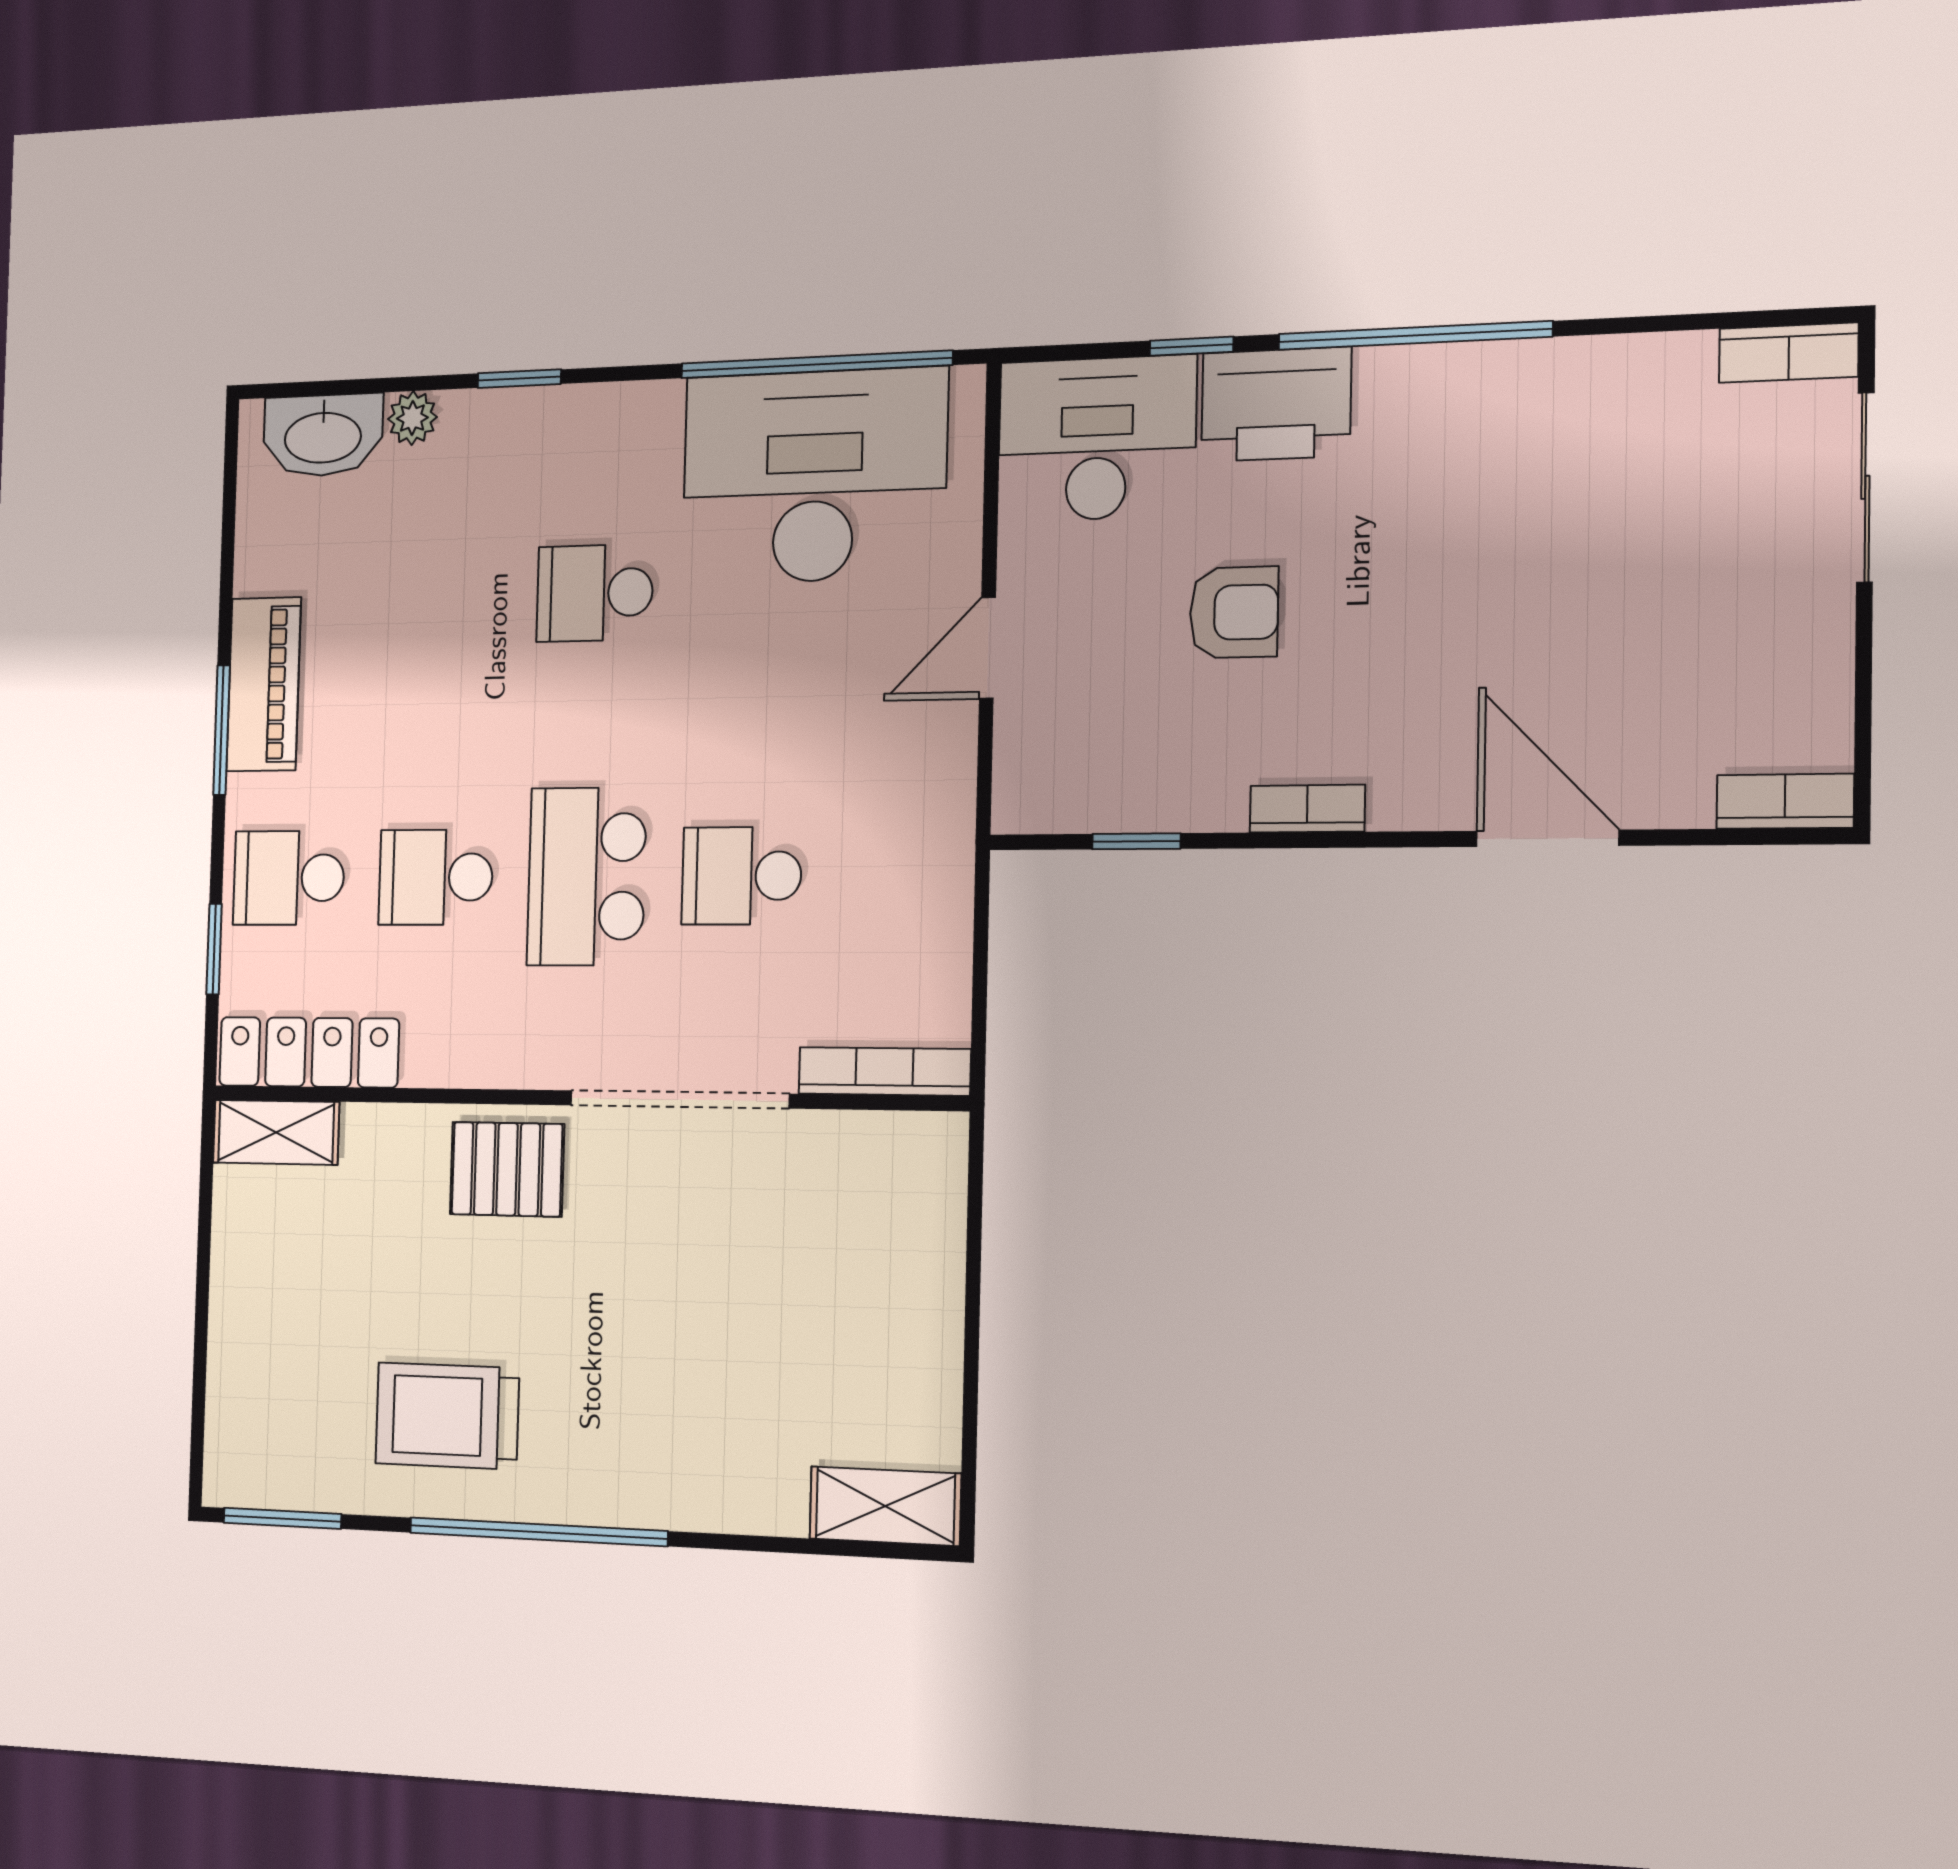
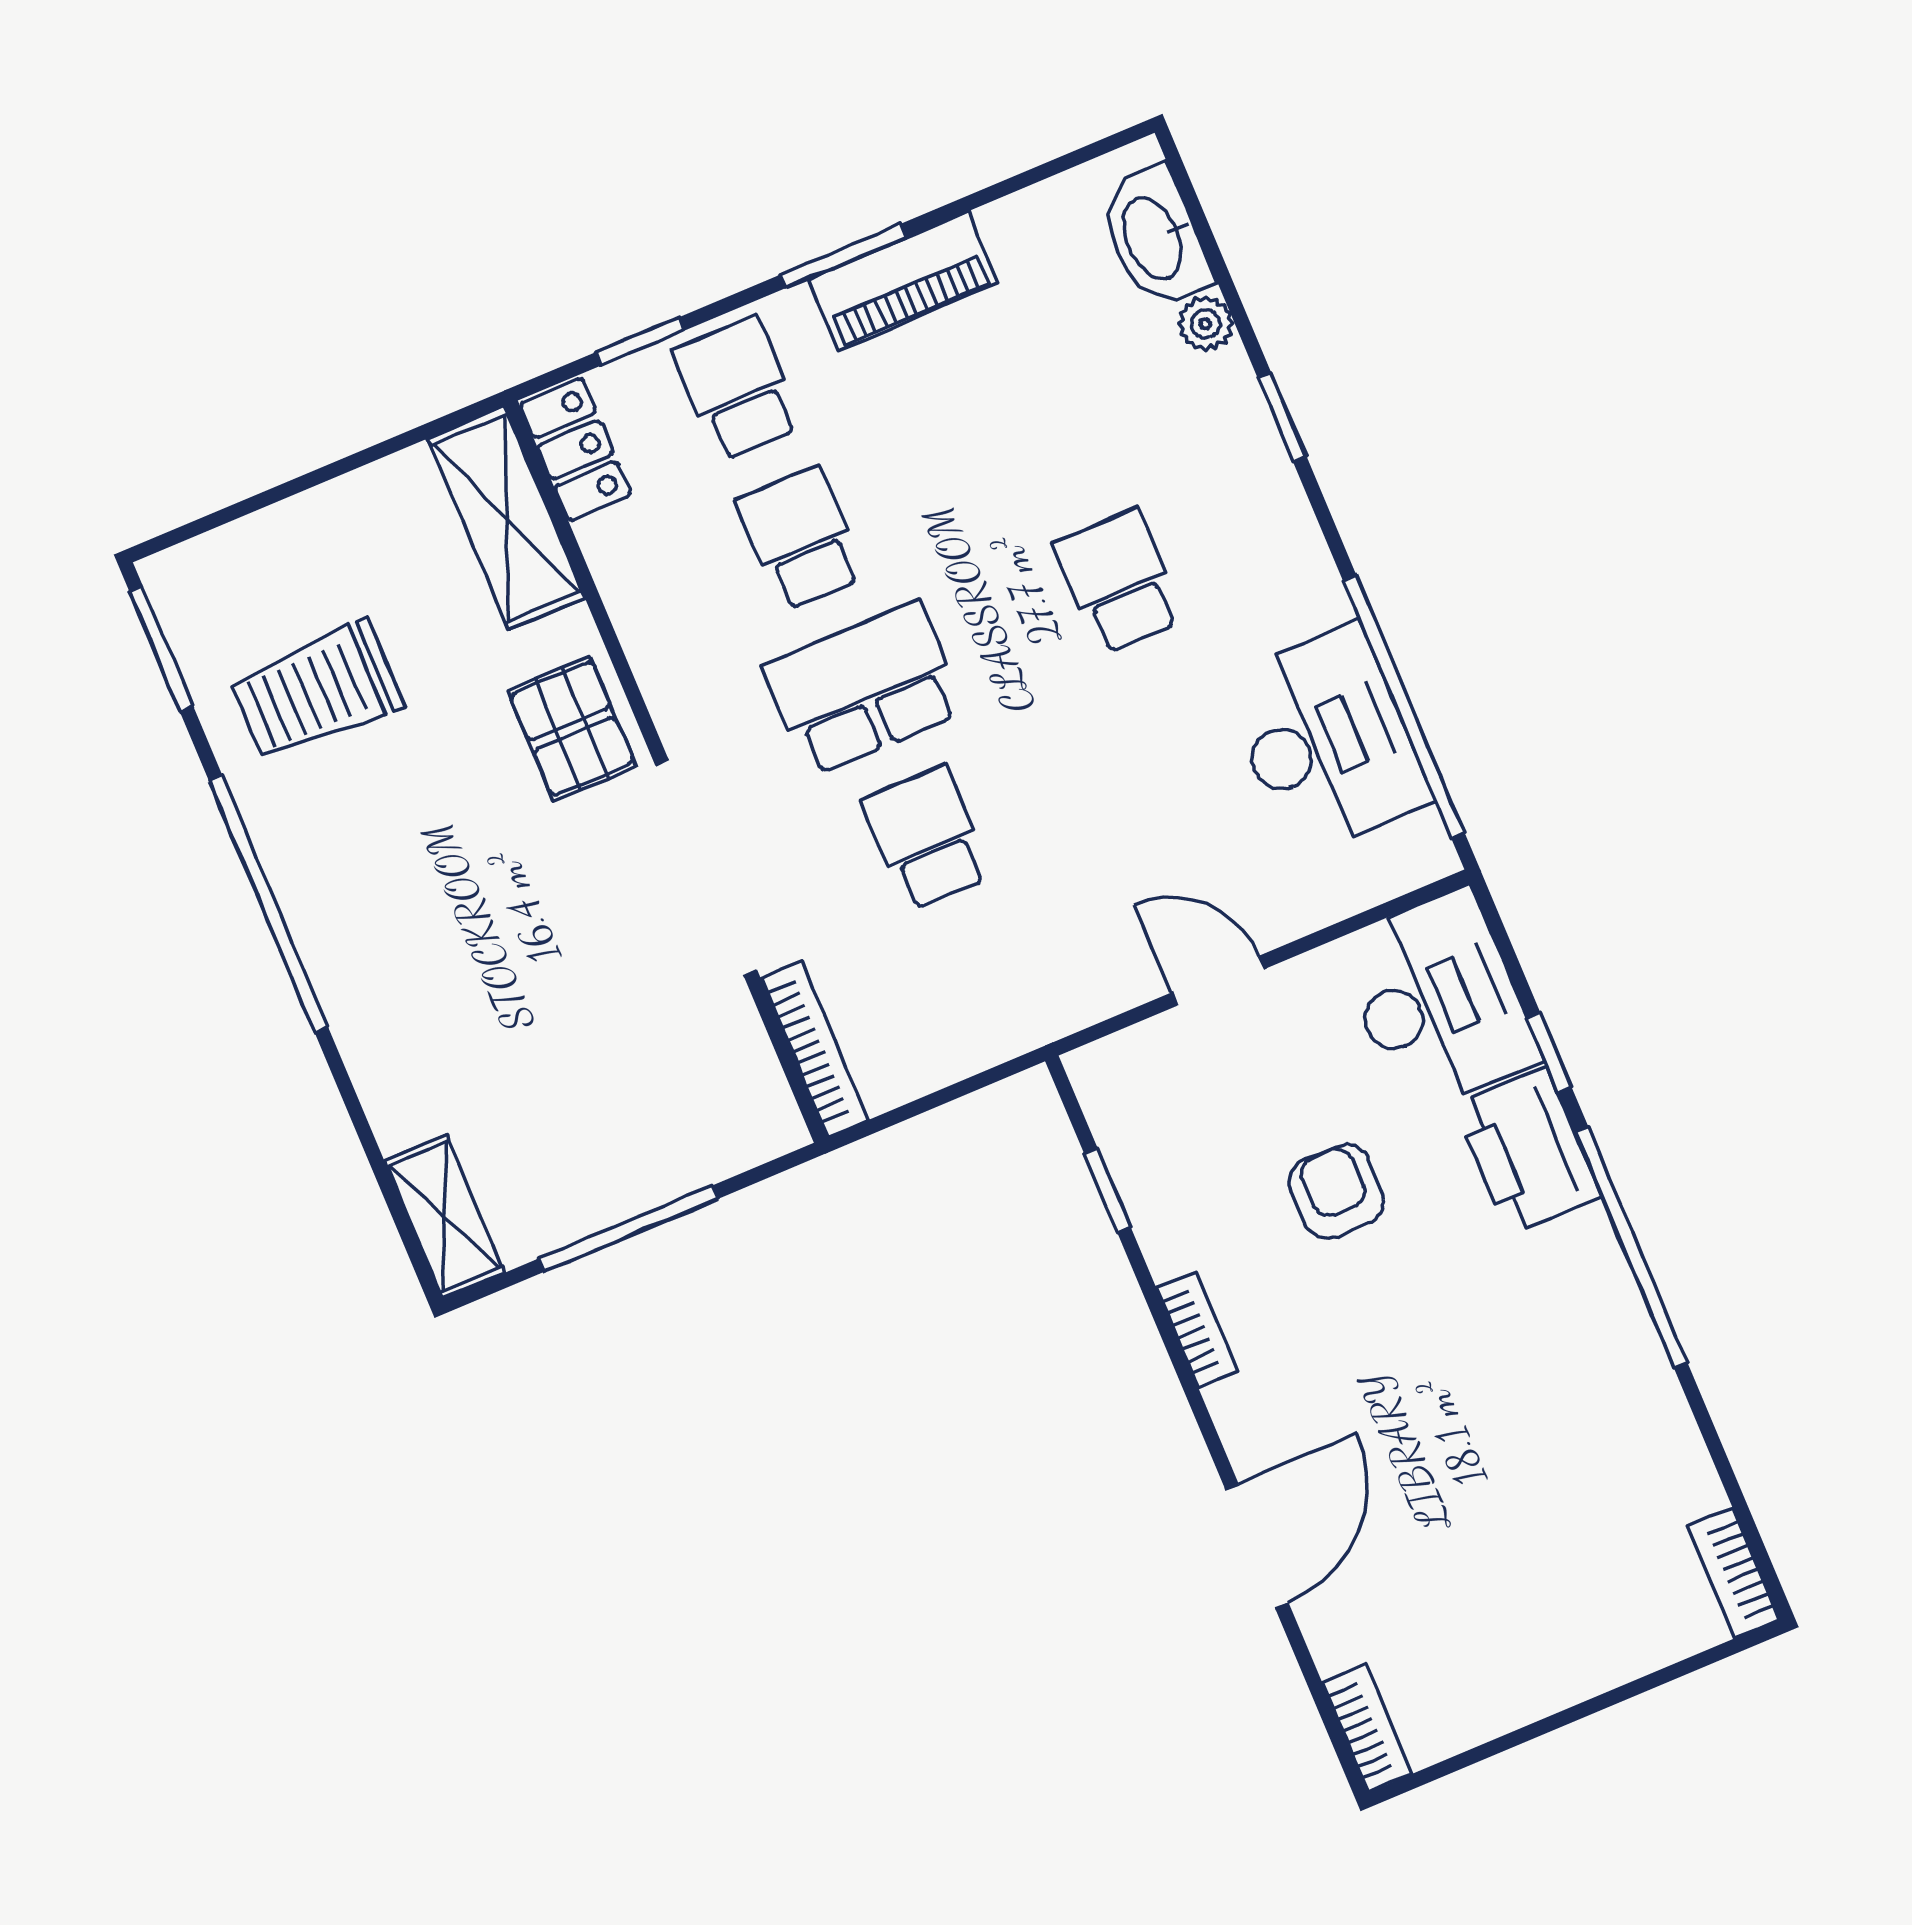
desk: (814, 476) -> (1326, 740), width x0.73, depth x0.77
sliding door: (1865, 487) -> (1647, 1683), removed
armchair: (1234, 612) -> (1337, 1191), turned 180
locker: (309, 1052) -> (575, 450), width x0.66
shelving: (276, 1132) -> (506, 518), width x1.50, depth x1.33
window: (972, 1331) -> (629, 1229), added
trolley: (447, 1416) -> (317, 691), moved, turned -90

